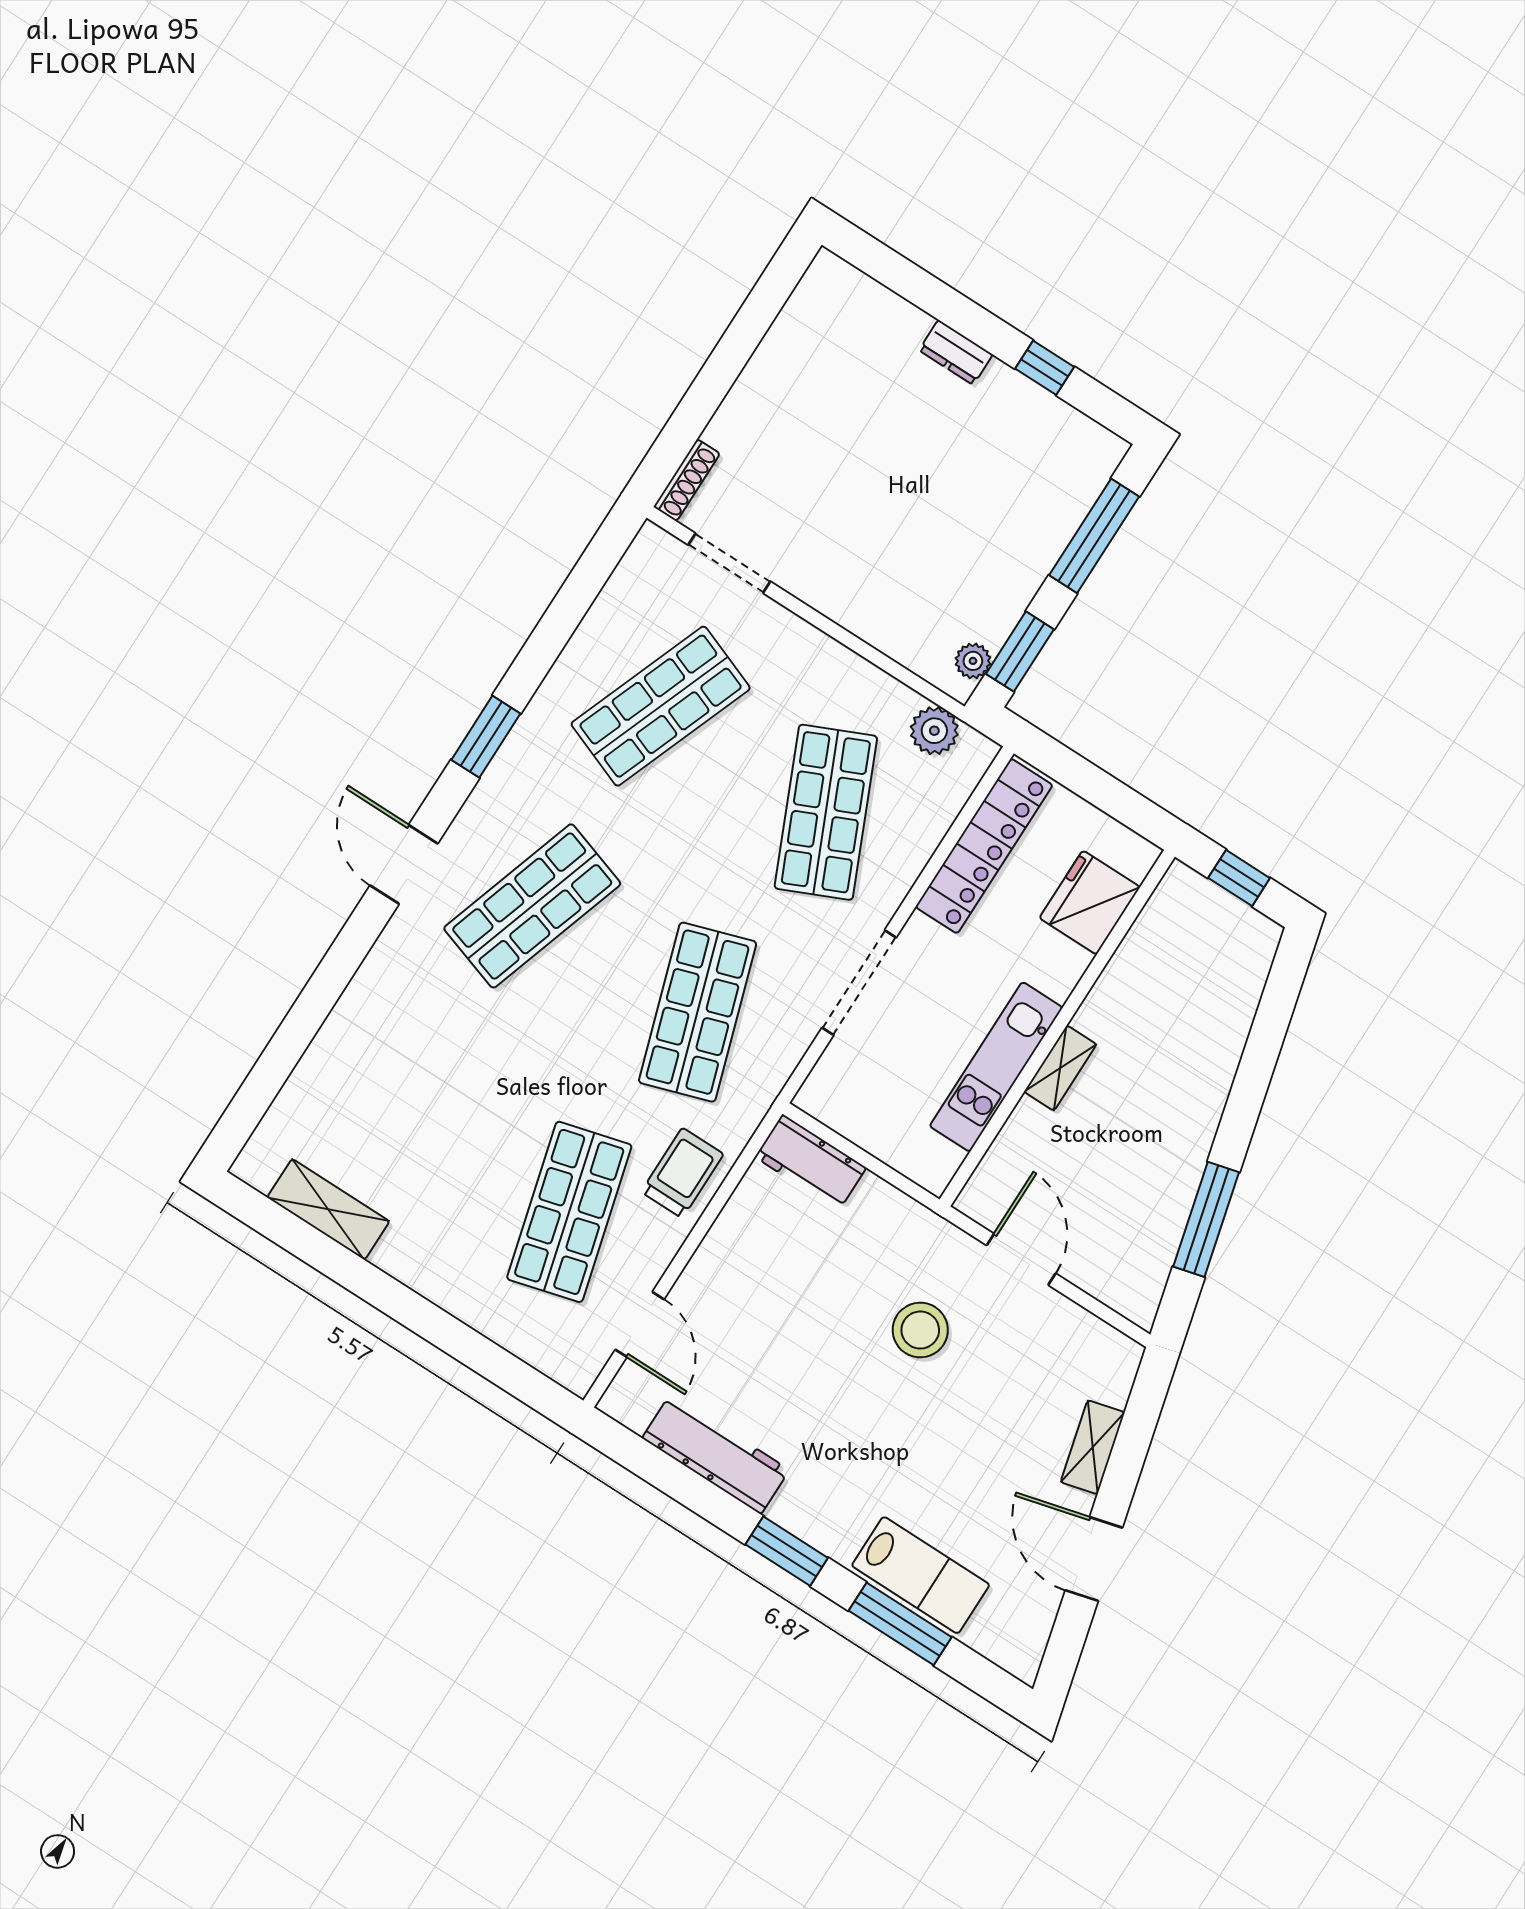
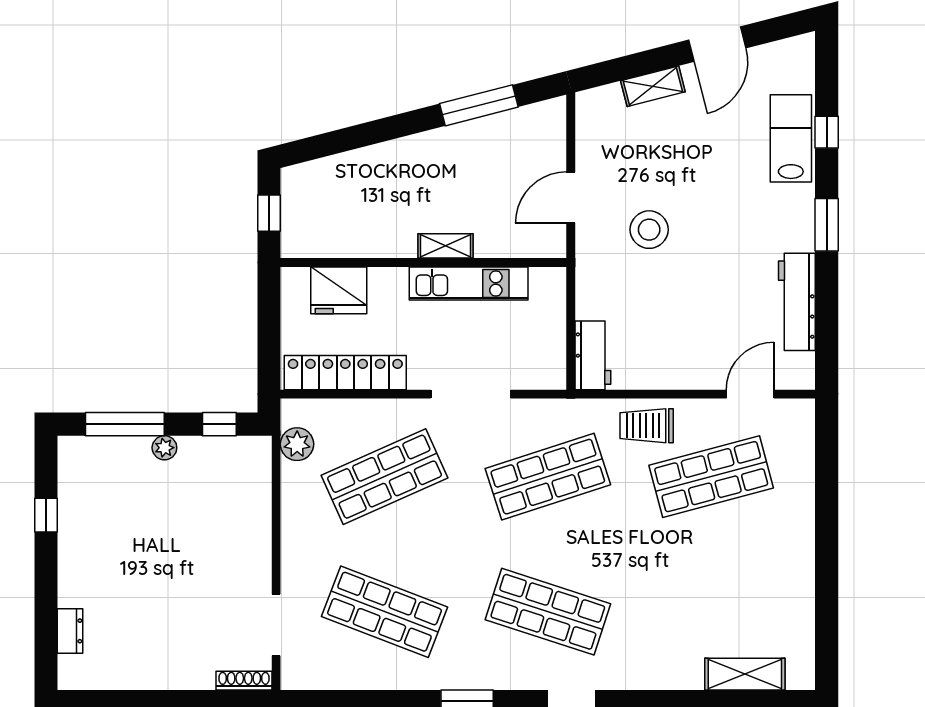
dresser: (956, 352) -> (70, 631), moved
window: (1020, 652) -> (219, 424), width x0.67
plant: (973, 661) -> (164, 448), moved
shelving: (328, 1209) -> (745, 674), moved, turned 90
window: (900, 1624) -> (827, 132), width x0.46

